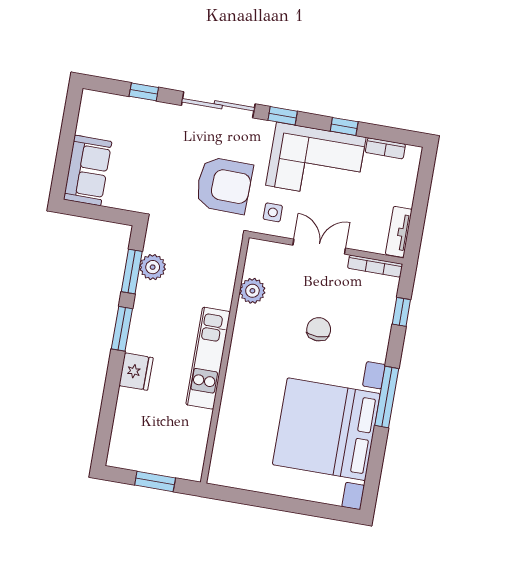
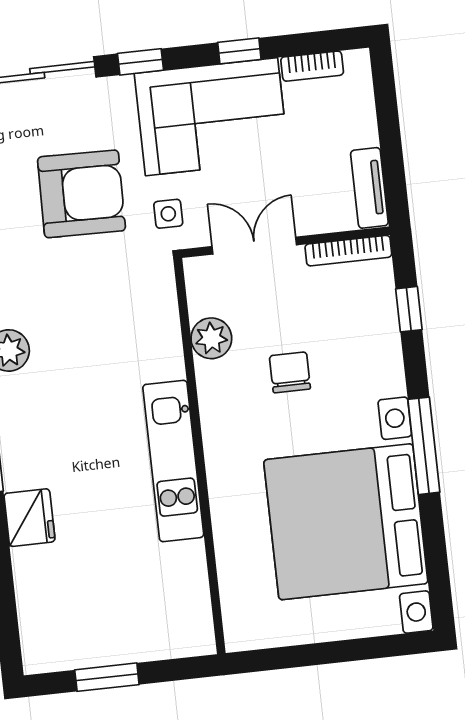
plant: (252, 291) -> (211, 338), moved
kitchen unit: (208, 358) -> (173, 461), moved
wall: (225, 360) -> (199, 456), moved

